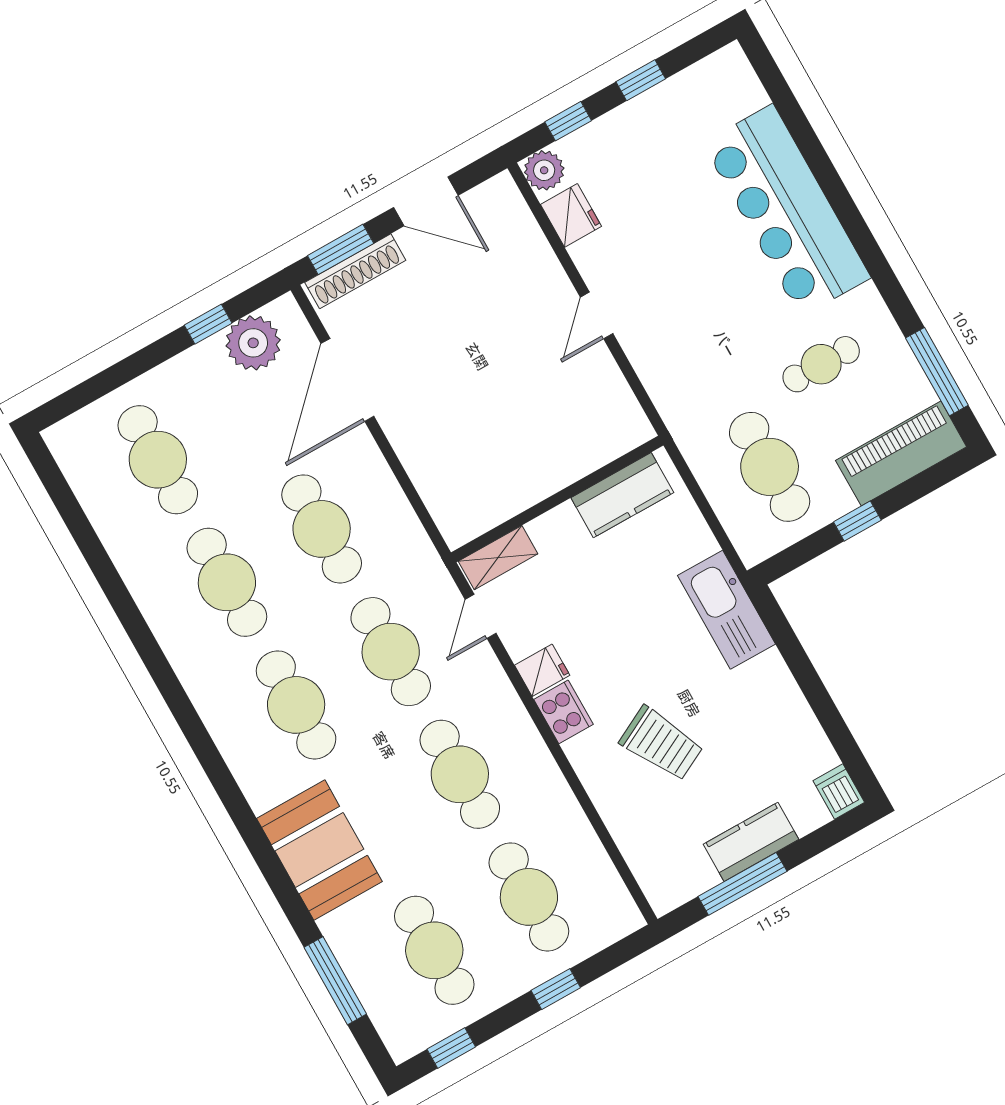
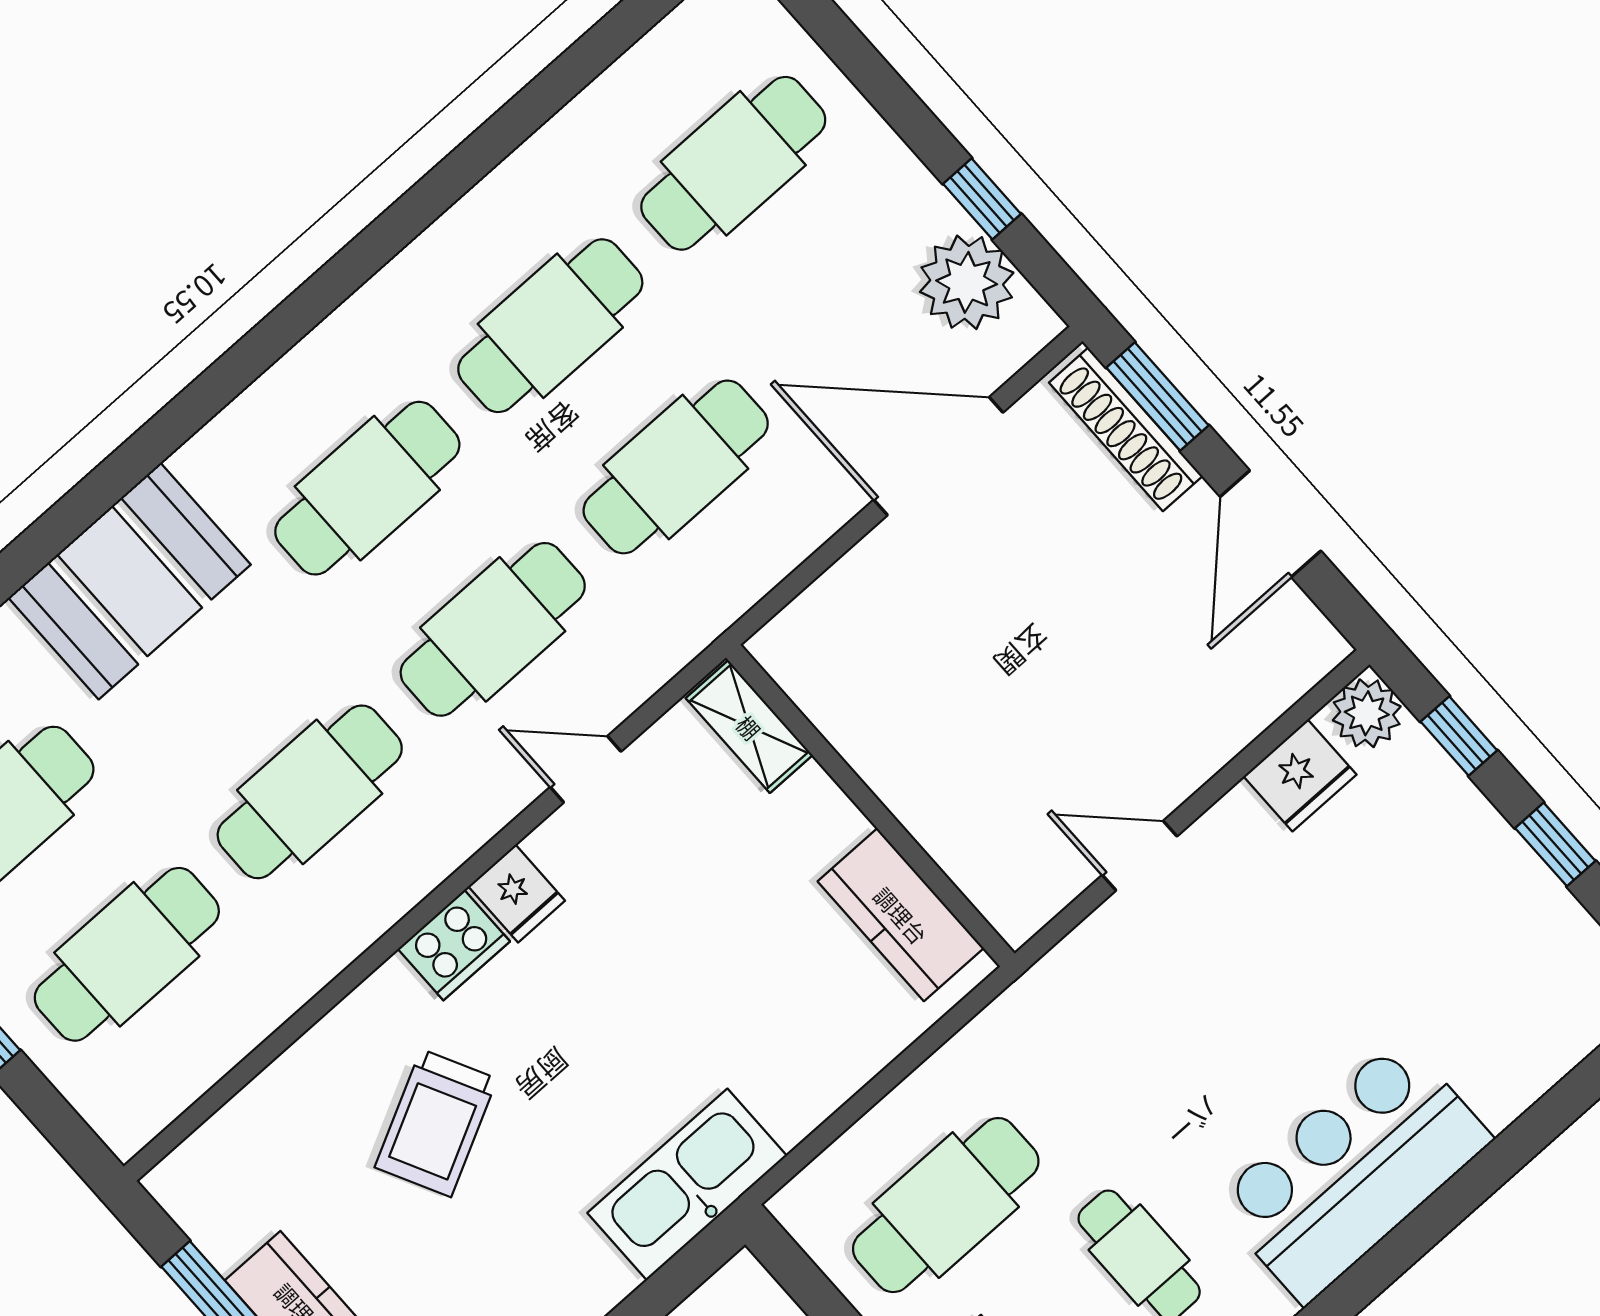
bar counter: (787, 210) -> (1353, 1171), width x0.73
kitchen counter: (622, 495) -> (901, 915), moved
wall: (557, 499) -> (870, 806), moved
shelving: (498, 558) -> (749, 727), moved

